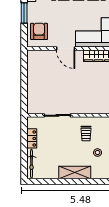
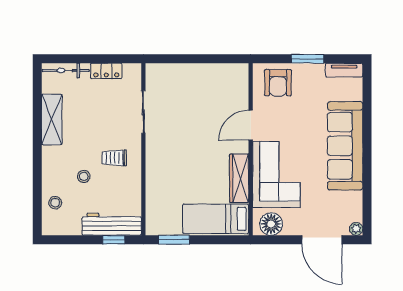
armchair: (39, 31) -> (278, 83), turned 90
shelving: (75, 172) -> (52, 120), moved

